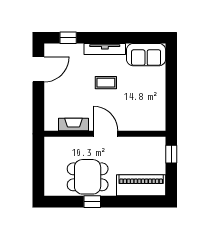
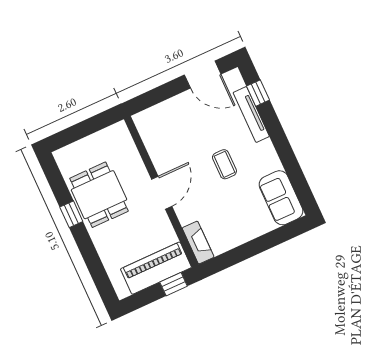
tv unit: (105, 49) -> (251, 114), moved
fireplace: (73, 125) -> (198, 243), moved
piano: (141, 185) -> (156, 268), moved, turned -90

